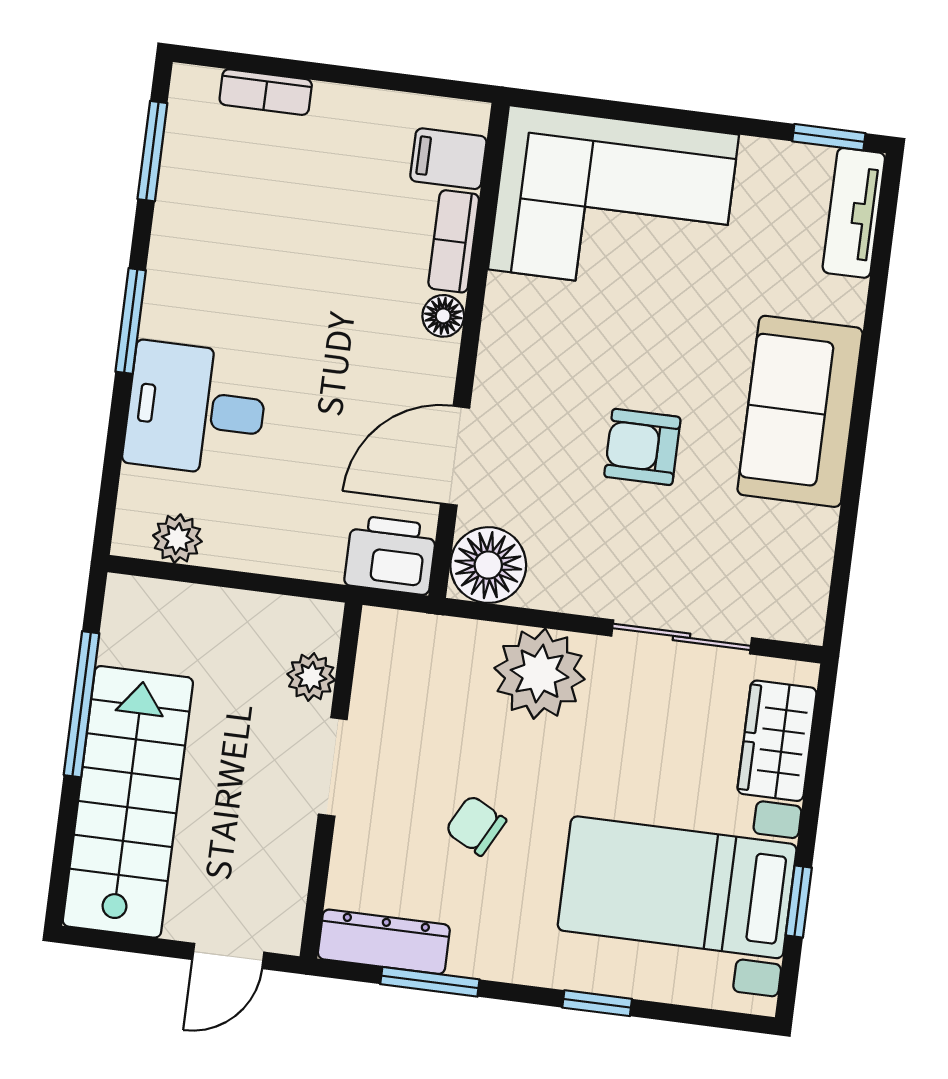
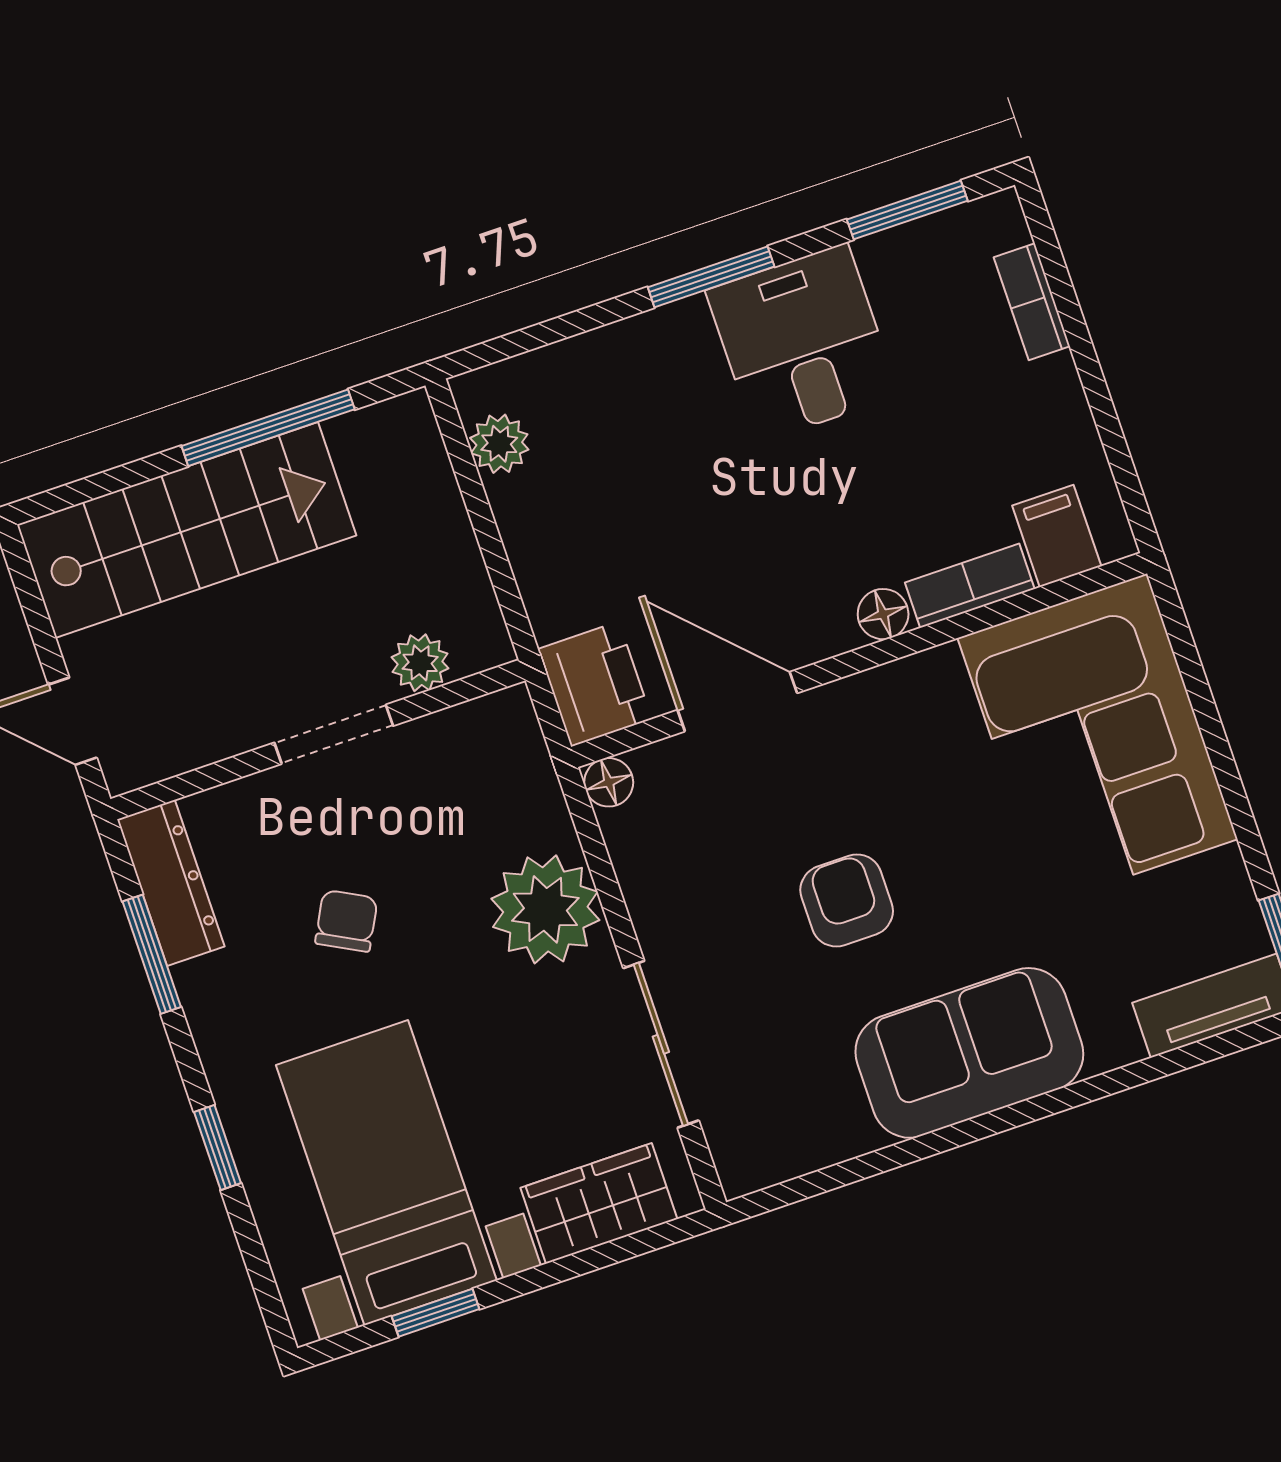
desk: (196, 409) -> (802, 343), moved
floor lamp: (488, 565) -> (609, 782), width x0.53, depth x0.53

